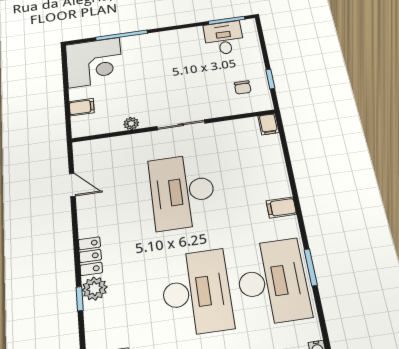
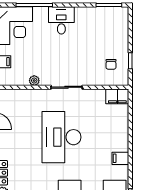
desk: (224, 38) -> (61, 20), moved
filing cabinet: (268, 124) -> (117, 96), width x2.00

